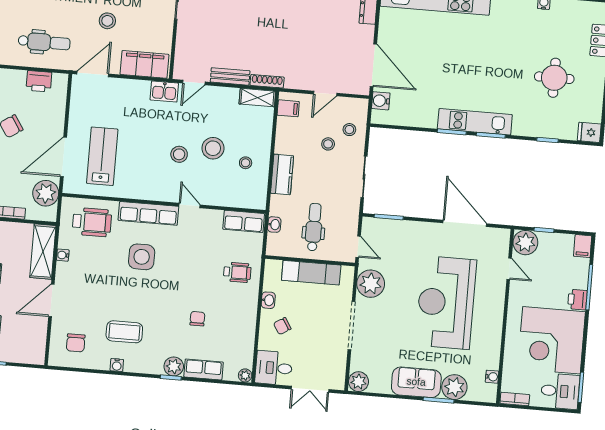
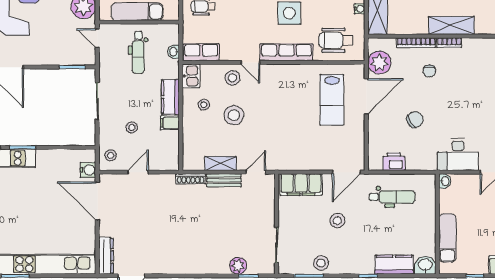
dental chair: (44, 42) -> (392, 197), turned 180
kitchen sink: (164, 91) -> (191, 76), moved, turned 90
shelving: (257, 98) -> (221, 164), moved
filing cabinet: (288, 108) -> (170, 123), moved
stool: (349, 130) -> (111, 155), moved
stool: (179, 154) -> (232, 78), moved

